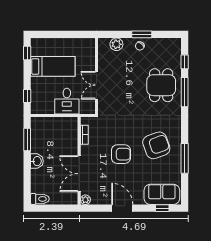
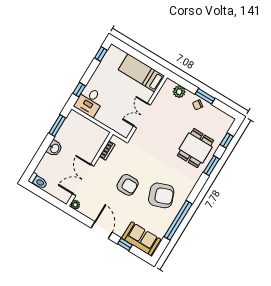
bed: (53, 66) -> (141, 73), moved, turned 180
window: (185, 92) -> (211, 166), width x0.69
desk: (67, 101) -> (89, 102), moved
window: (185, 158) -> (178, 220), width x1.46
window: (162, 208) -> (125, 244), moved

